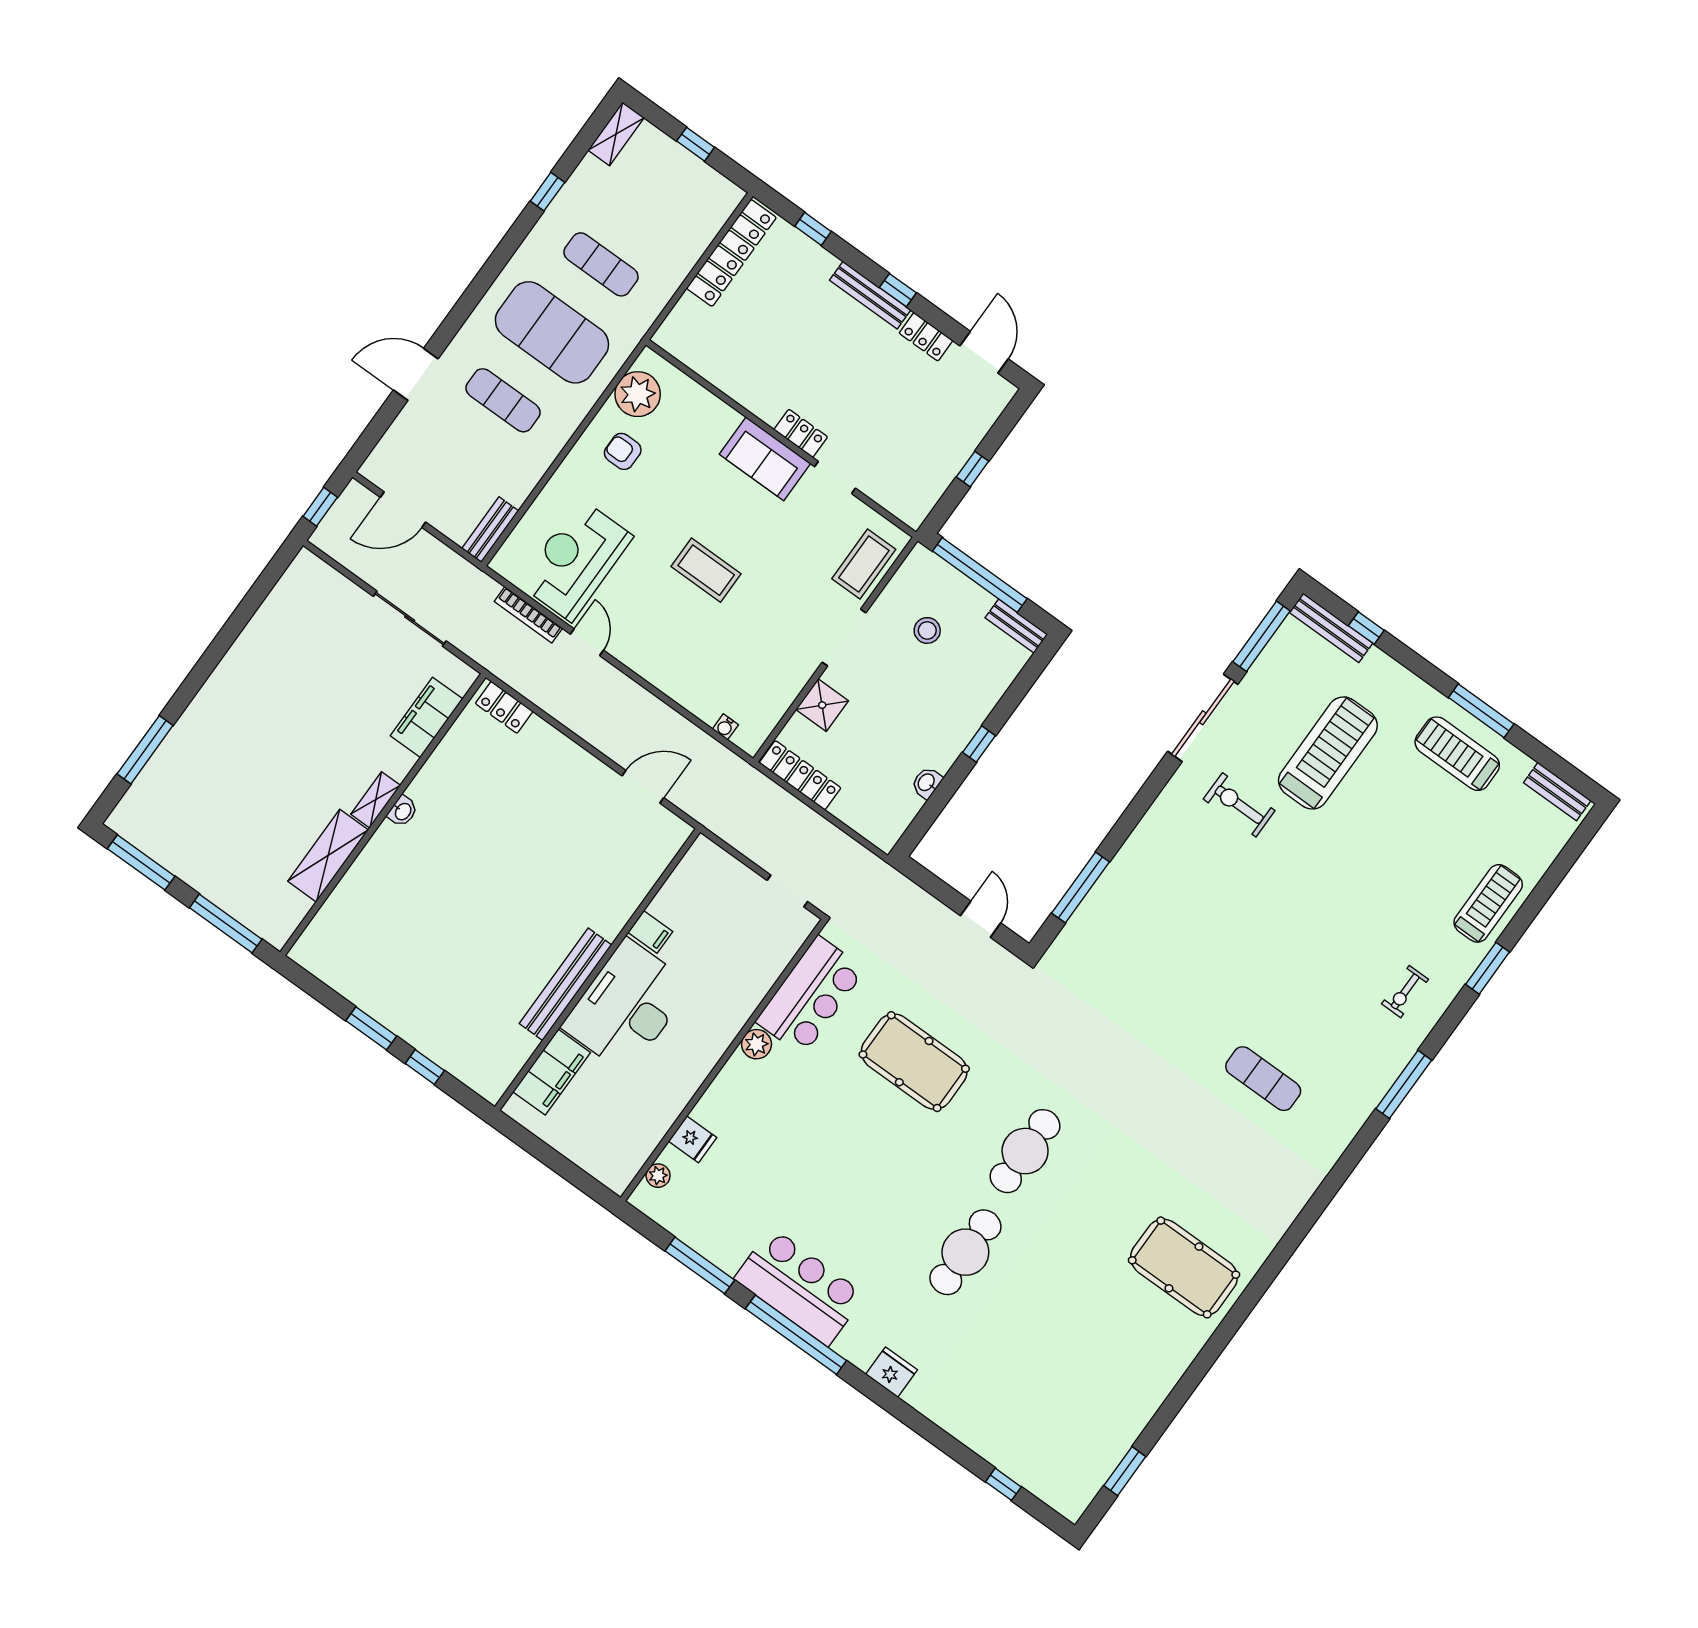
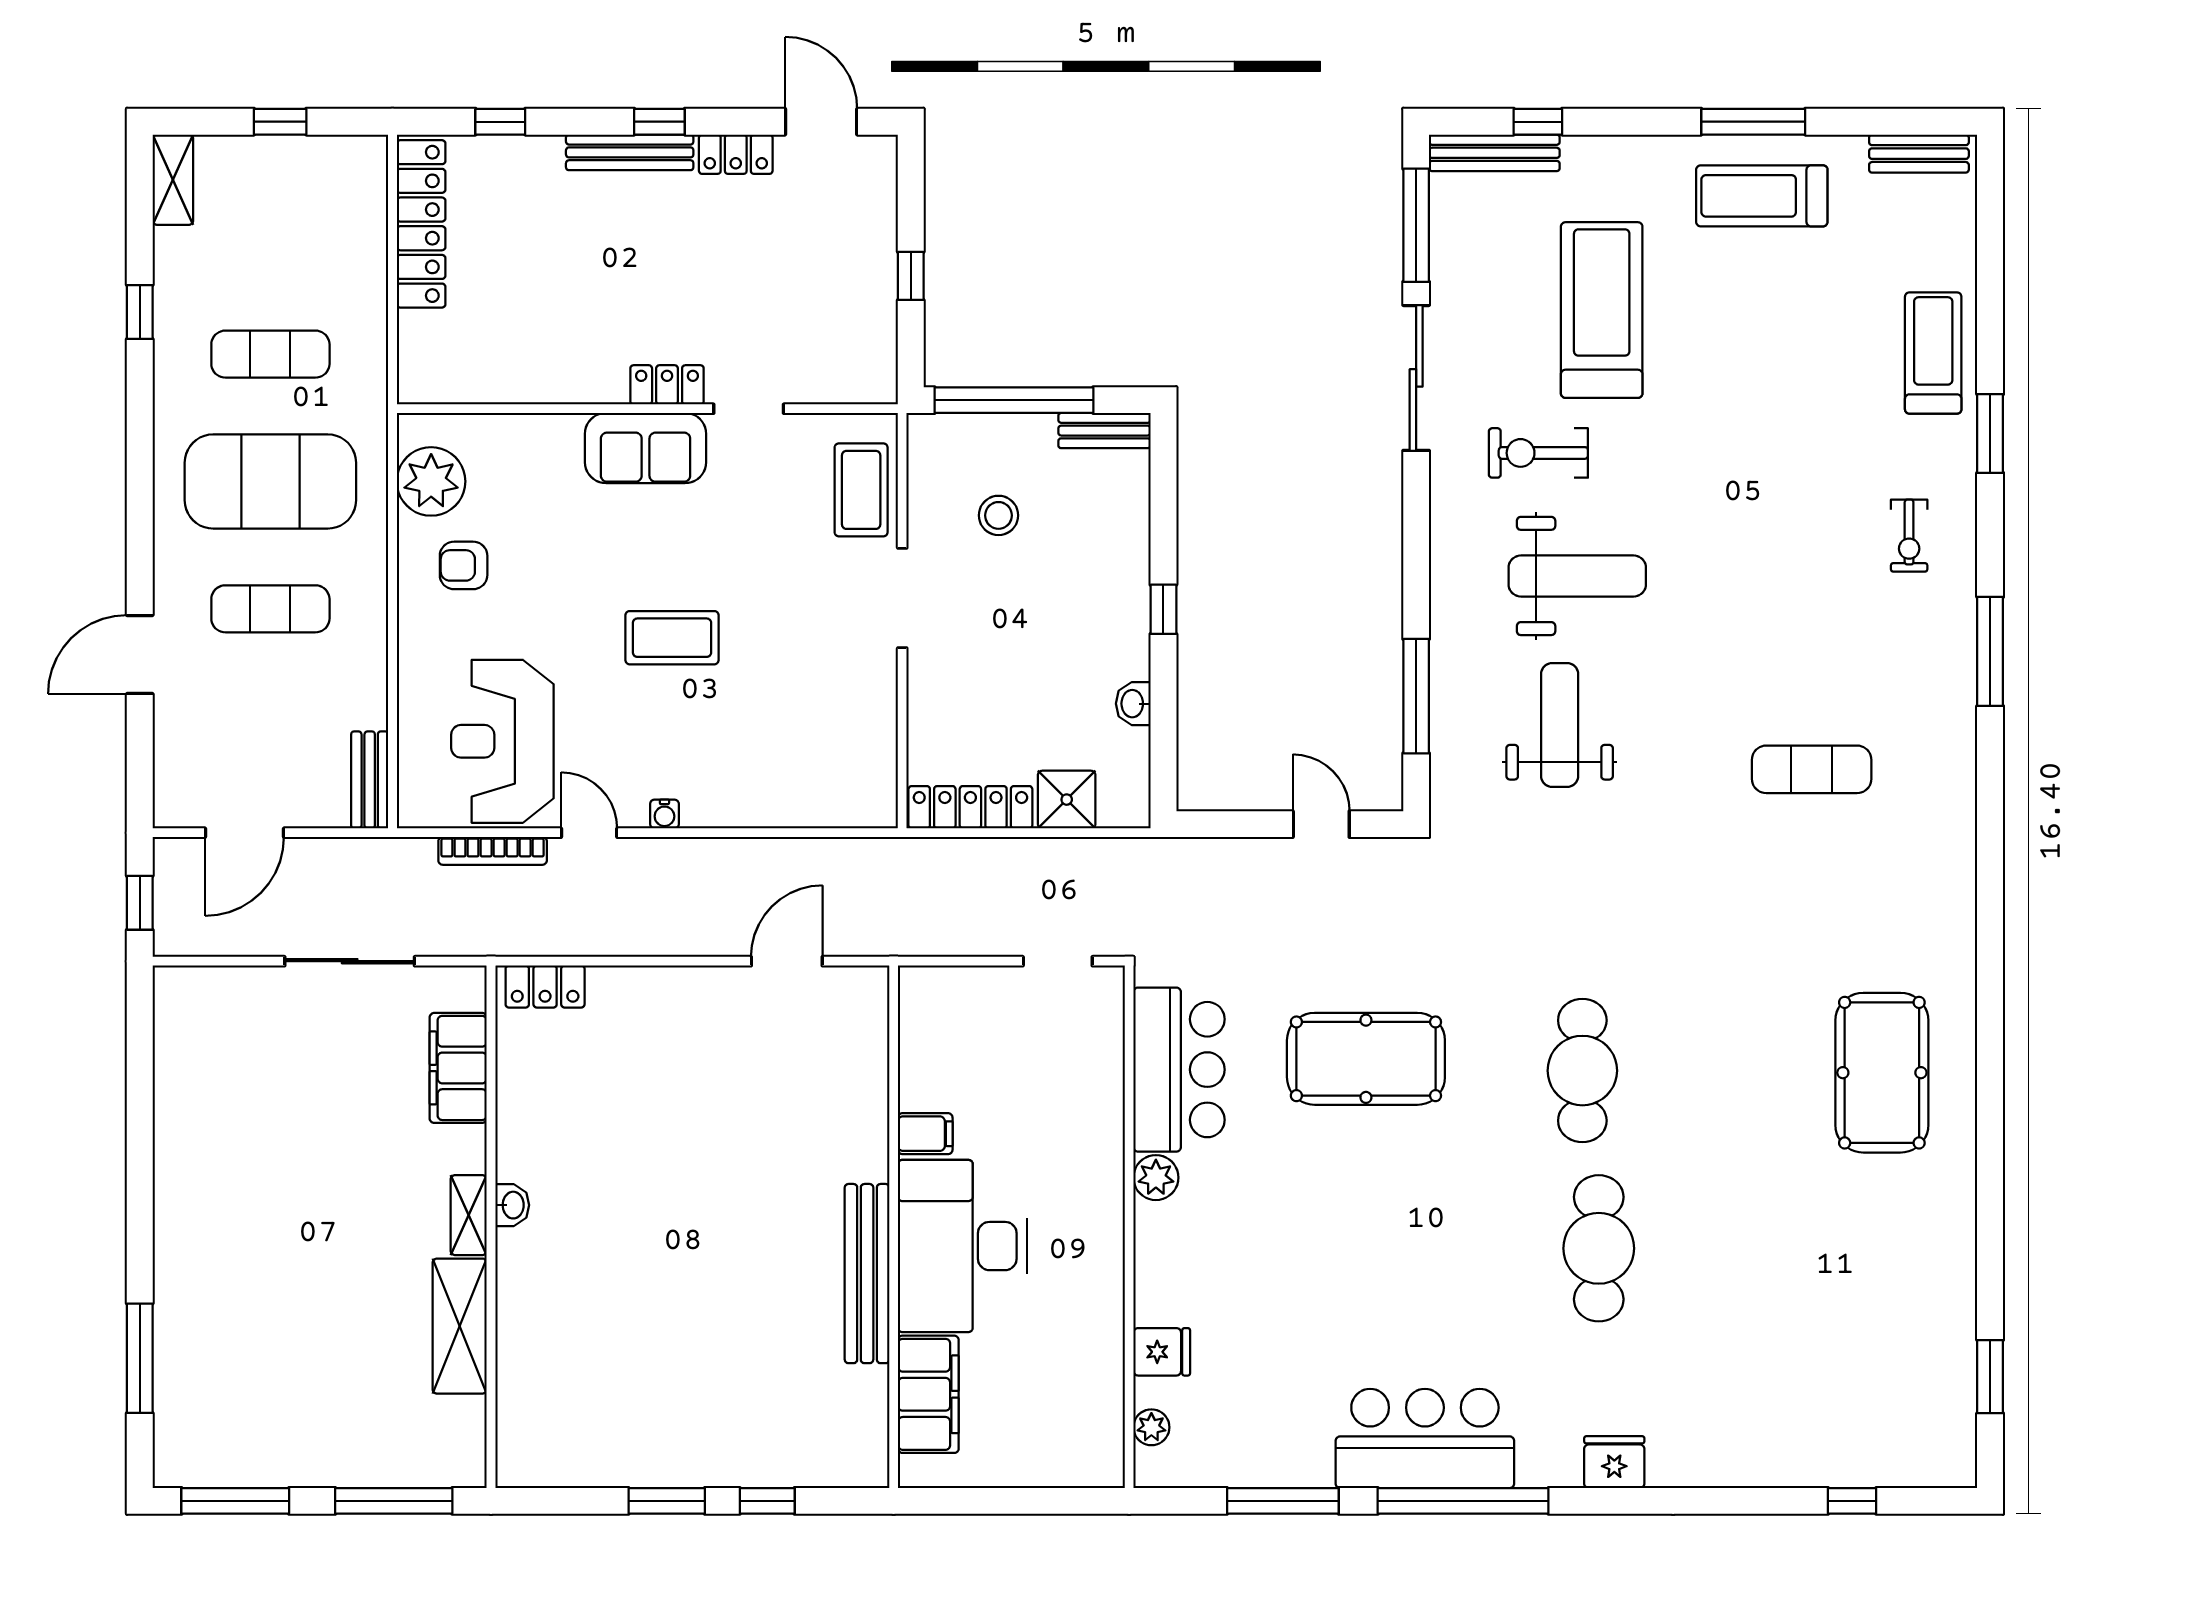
shower: (822, 705) -> (1067, 800), moved
water cooler: (725, 727) -> (664, 814), moved
weight bench: (1213, 885) -> (1577, 576), added
weight bench: (1146, 958) -> (1560, 725), added
pool table: (1184, 1267) -> (1882, 1073), turned 90

